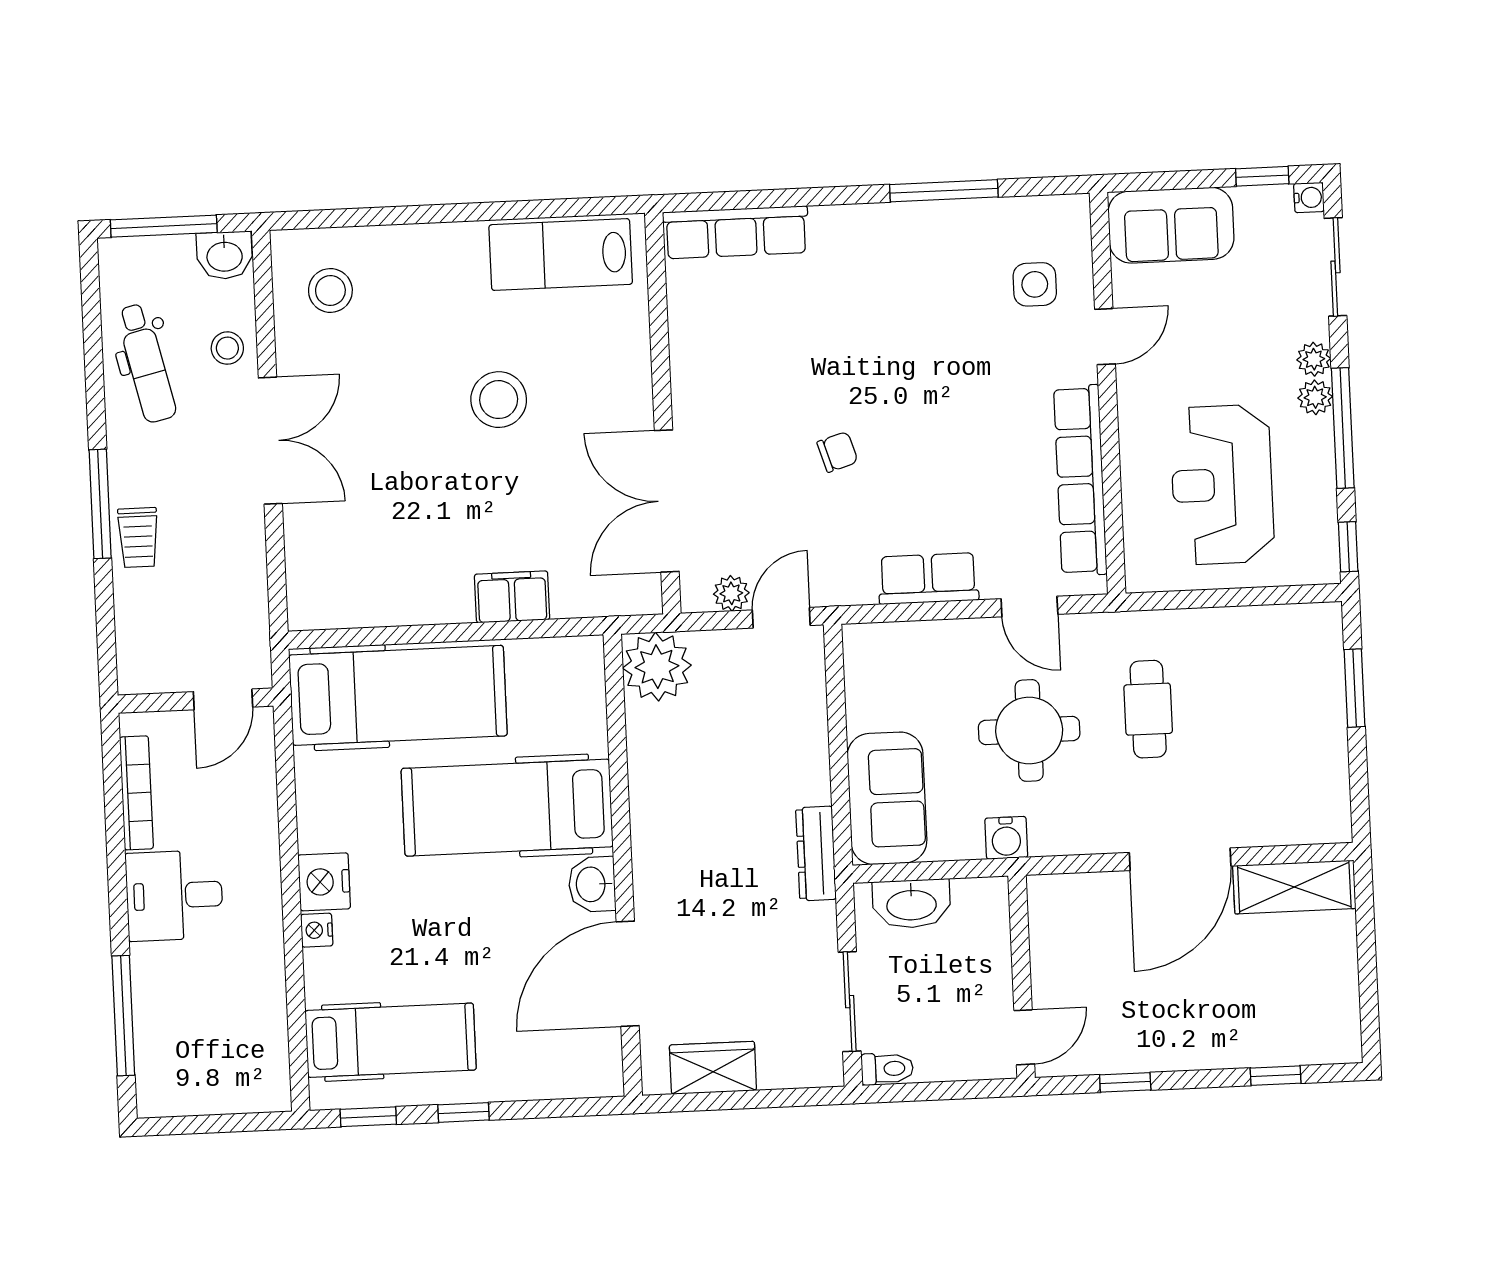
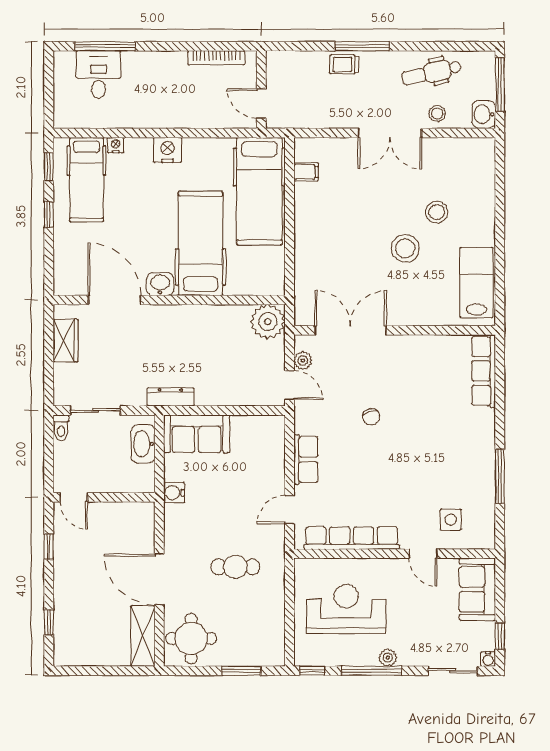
stool: (330, 290) -> (437, 212), moved
plant: (1314, 359) -> (407, 658), removed
filing cabinet: (512, 597) -> (306, 172), moved, width x0.50
round table: (1029, 730) -> (191, 639), moved
desk: (174, 895) -> (98, 74), moved
nightstand: (317, 930) -> (116, 145), moved

